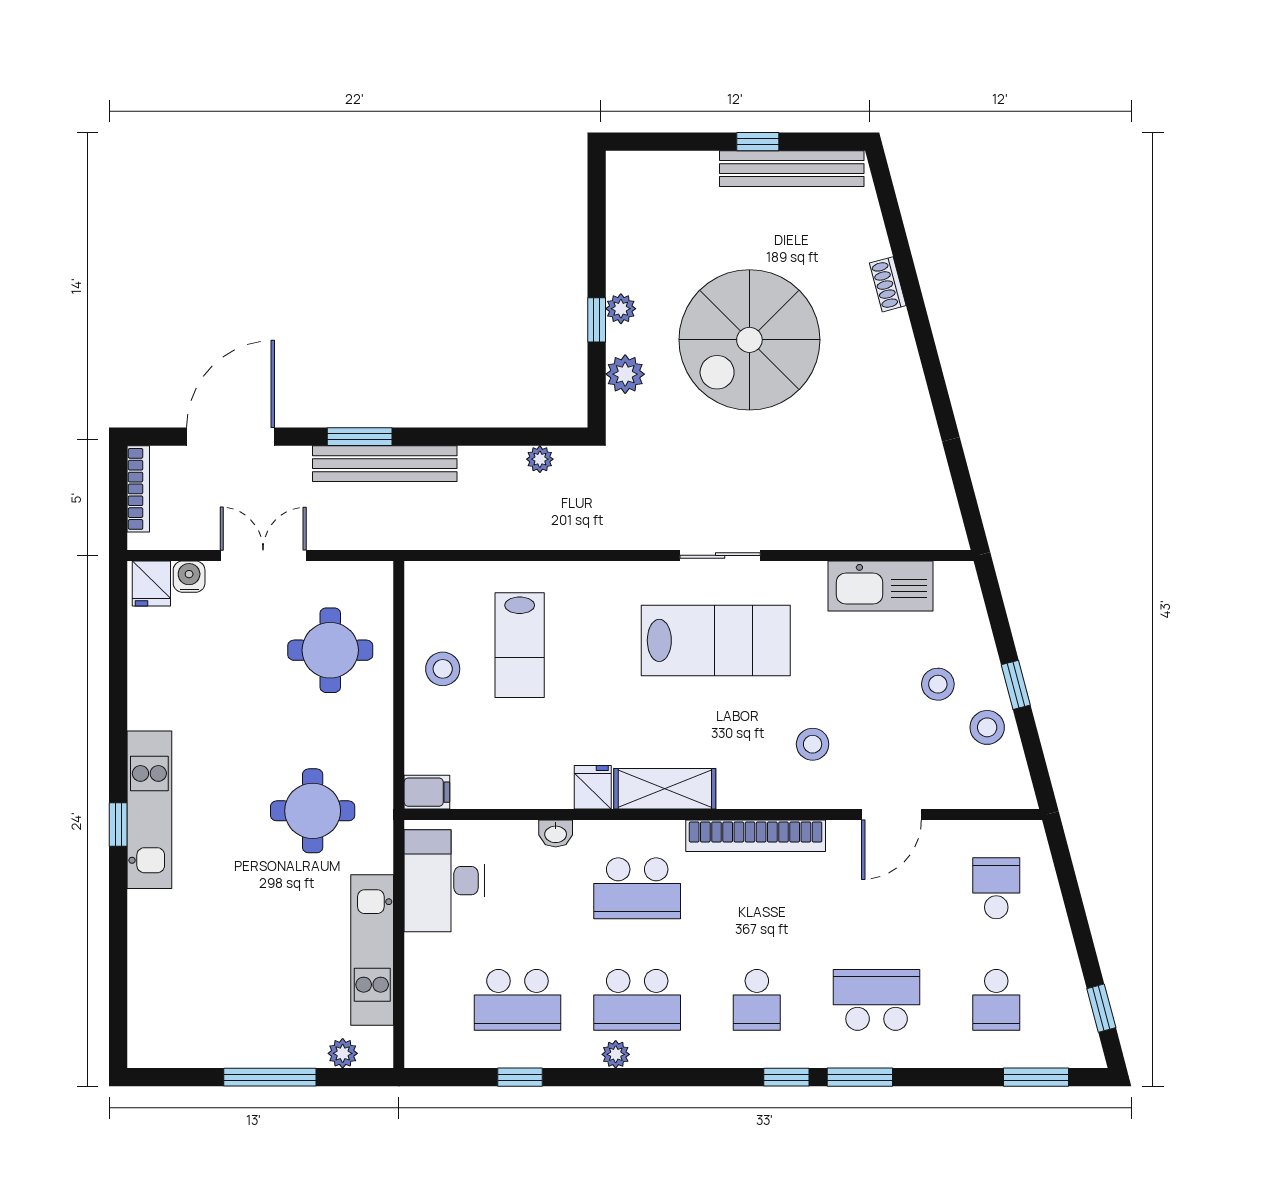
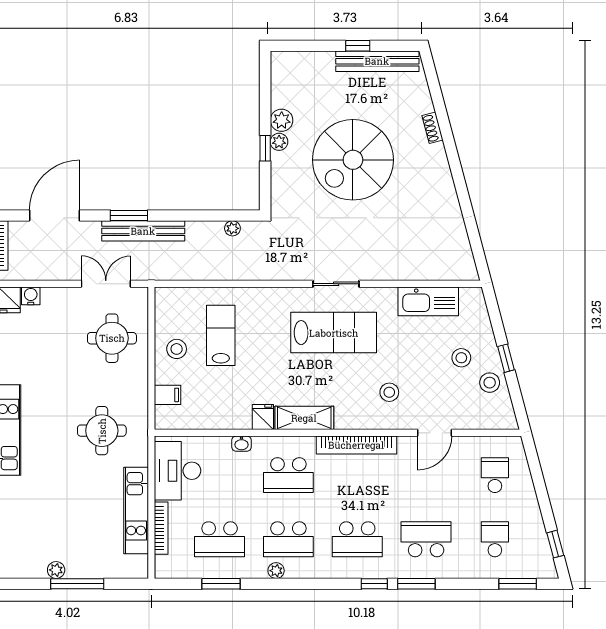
plant: (625, 374) -> (282, 120), moved
double door: (263, 555) -> (106, 284), moved
lab bench: (520, 645) -> (221, 335), turned 180
filing cabinet: (427, 792) -> (167, 395), moved
bookcase: (416, 980) -> (161, 528), added
school desk: (757, 1000) -> (357, 539), width x1.85
school desk: (996, 1000) -> (495, 539), turned 180
plant: (343, 1053) -> (56, 570), moved
window: (520, 1077) -> (221, 584), width x1.50

